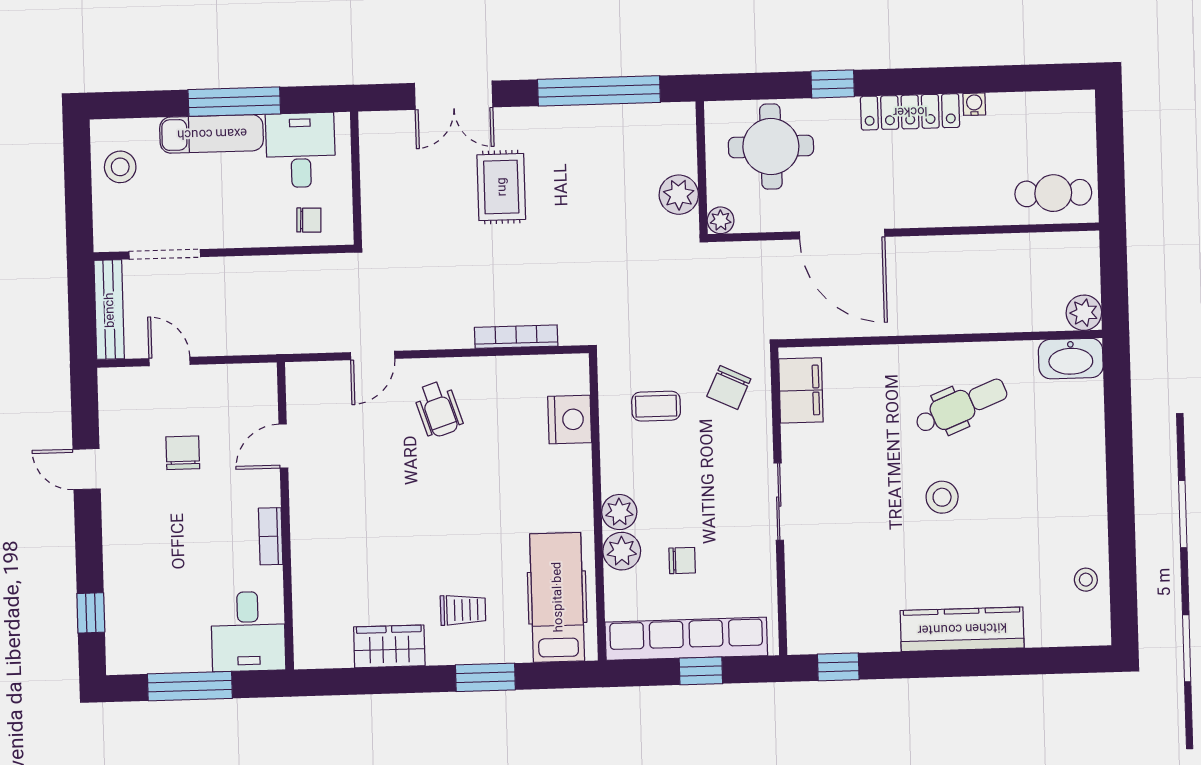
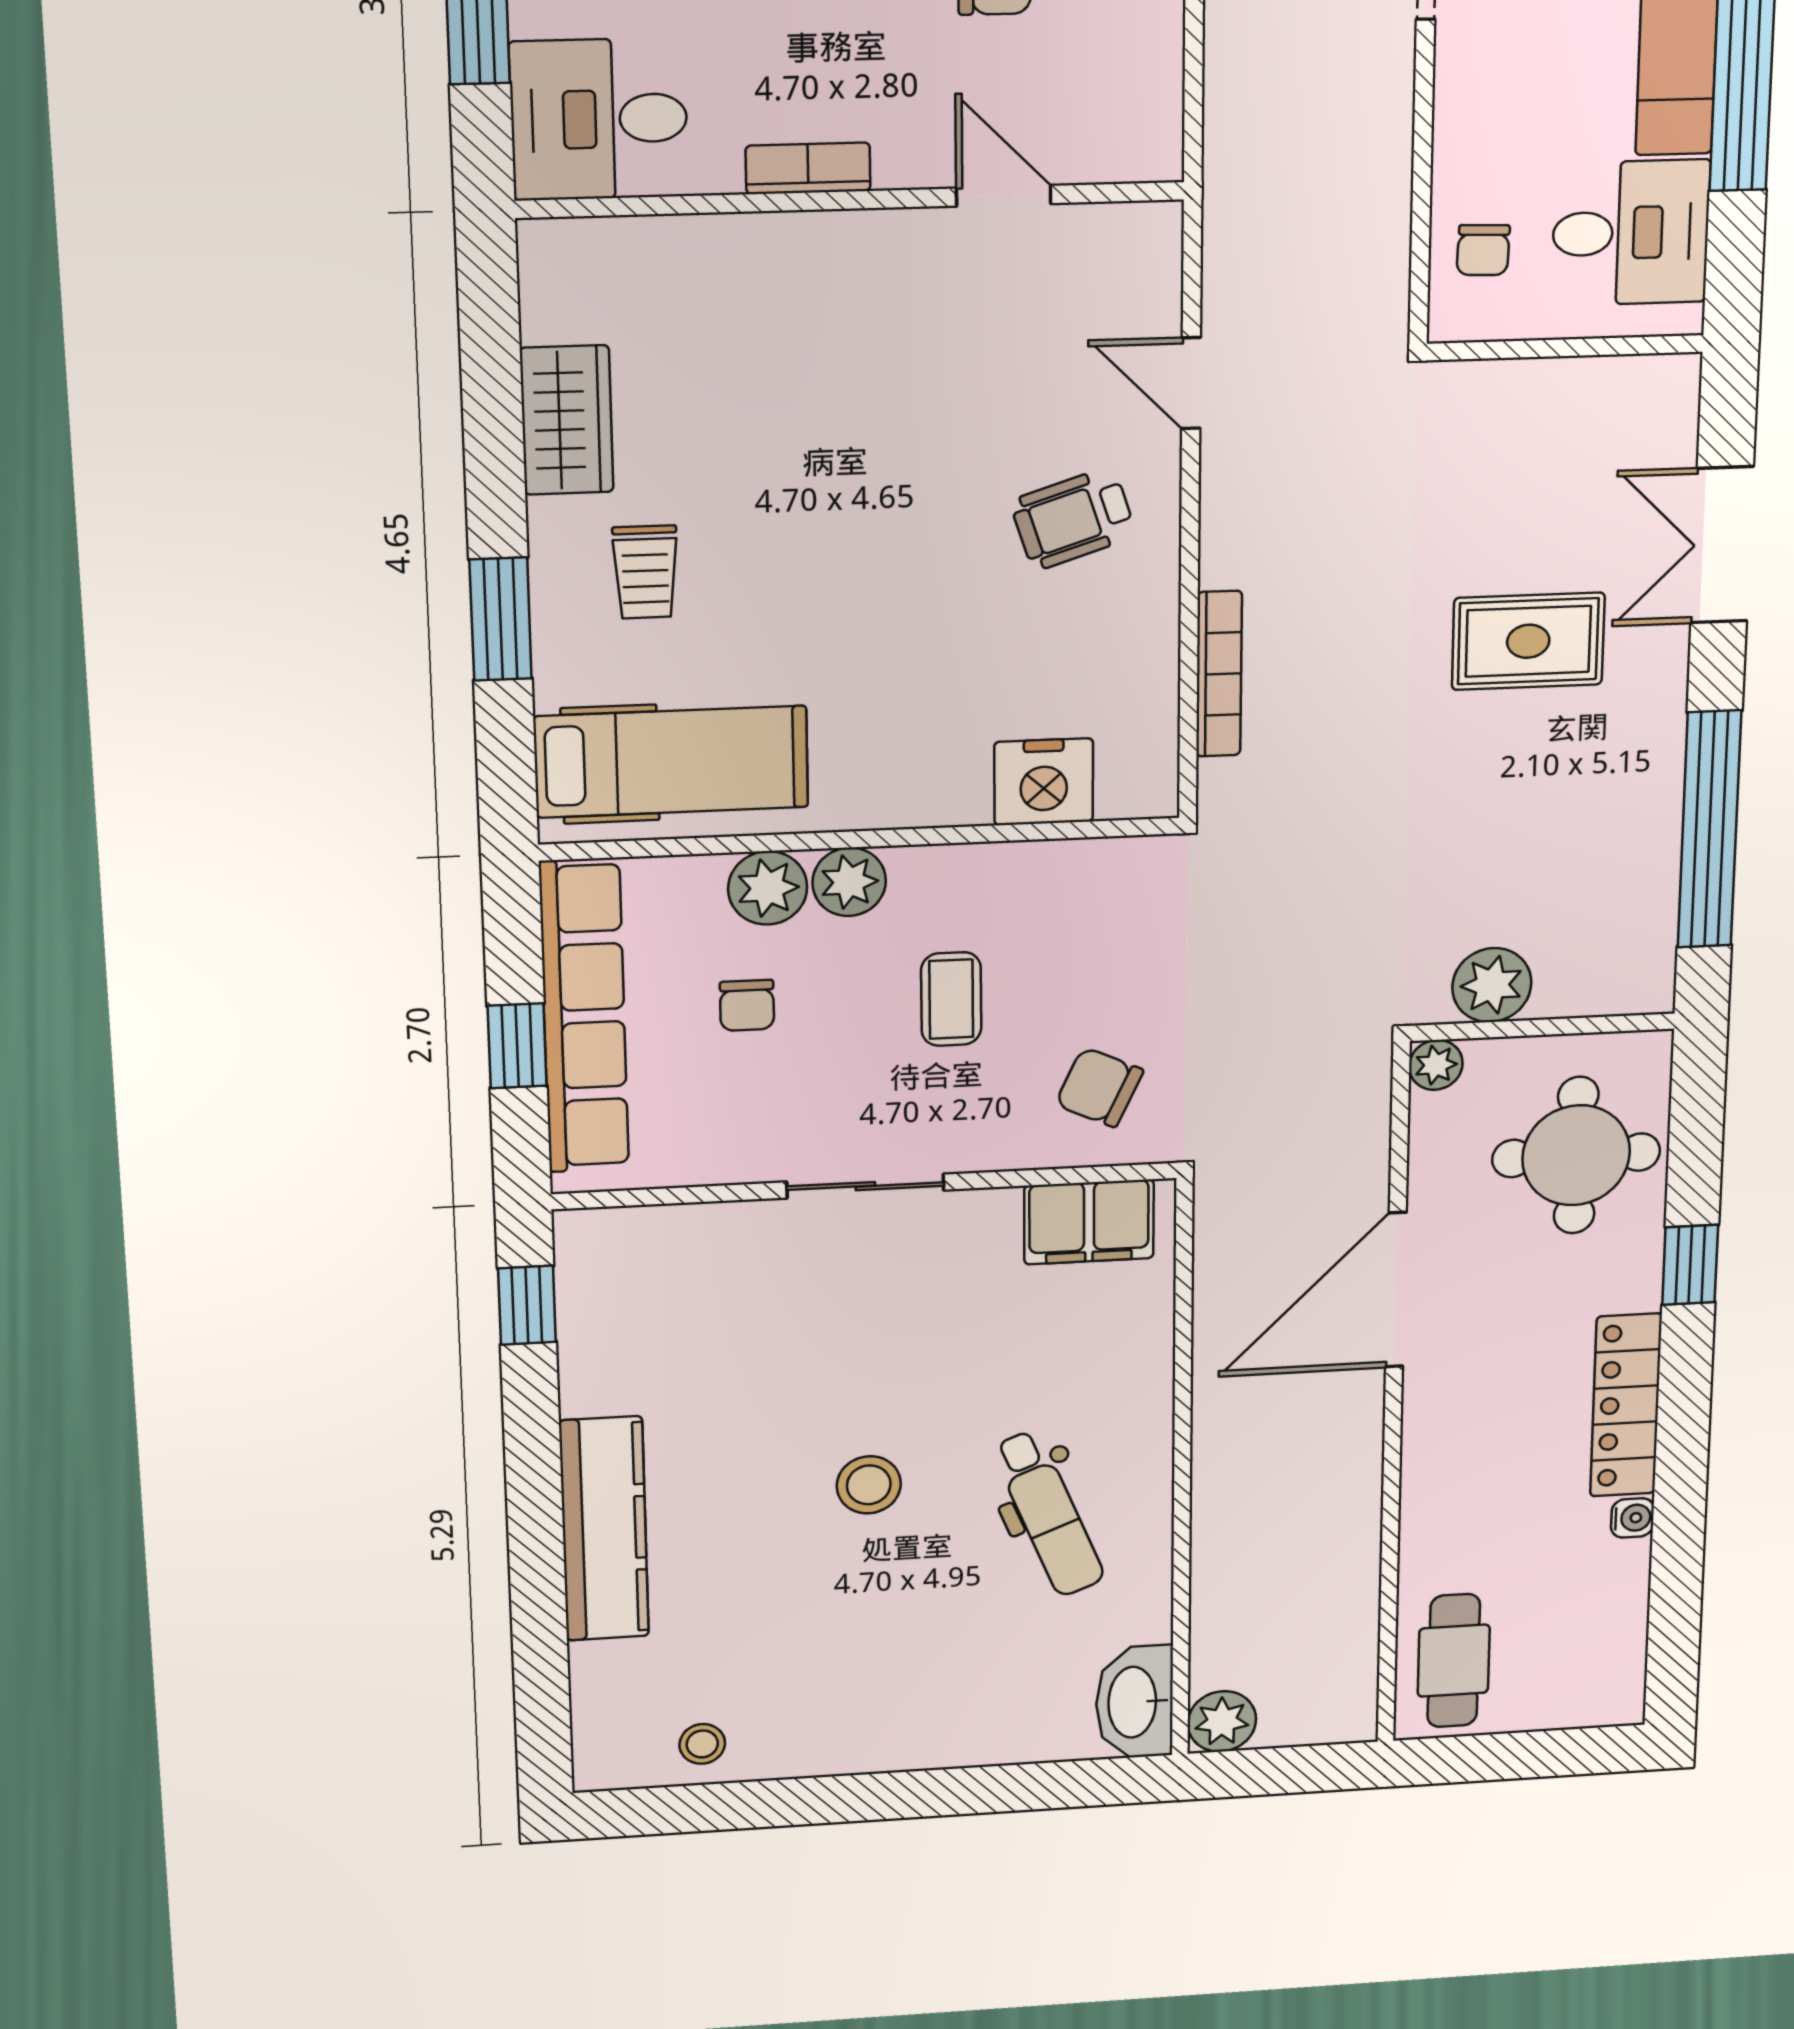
coffee table: (656, 406) -> (951, 999), moved

